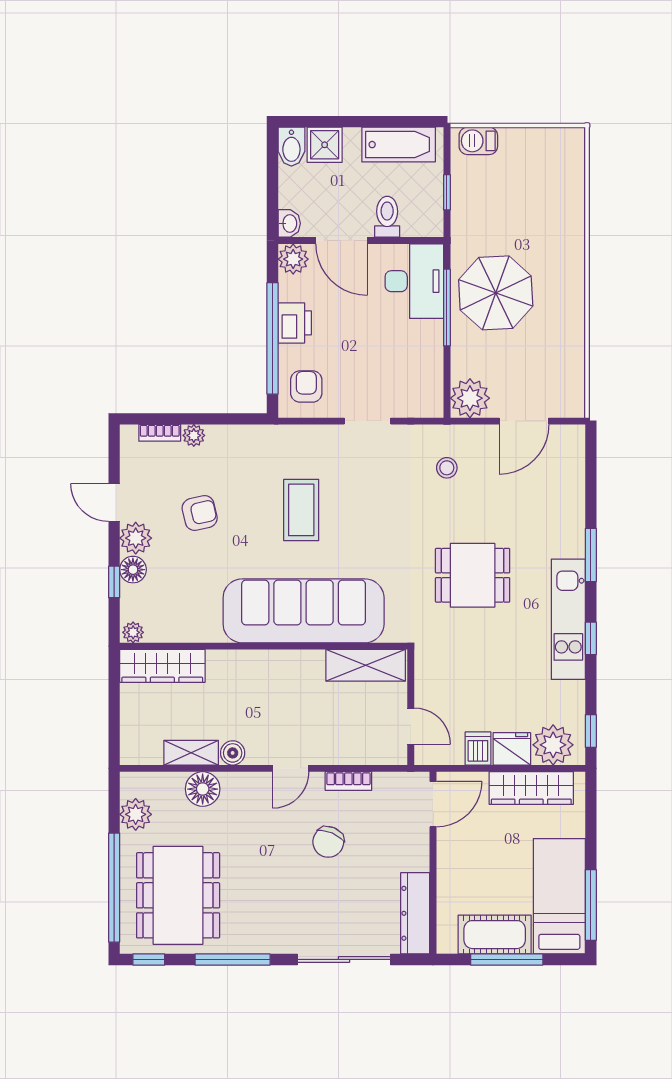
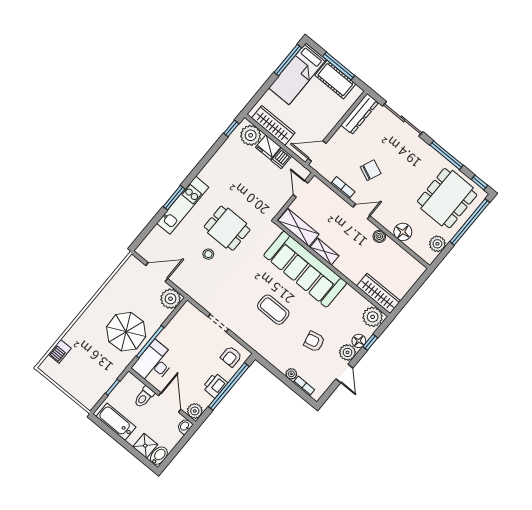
barbecue: (478, 141) -> (60, 351), moved, turned 90
stool: (447, 468) -> (208, 254), moved
coffee table: (301, 510) -> (273, 310), turned 90
kitchen unit: (568, 619) -> (183, 205), moved
plant: (133, 632) -> (373, 317), width x1.88, depth x1.88
window: (591, 638) -> (201, 165), removed
shelving: (191, 753) -> (325, 251), moved

